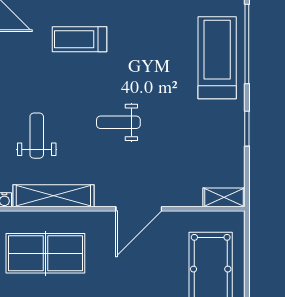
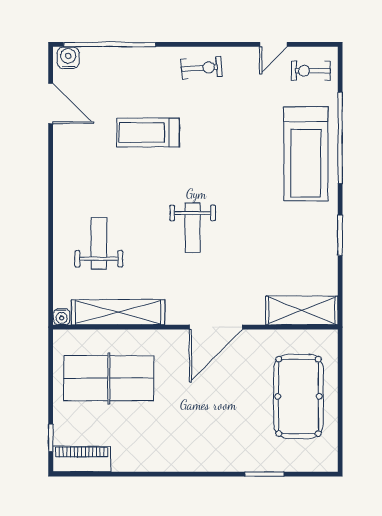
treadmill: (217, 58) -> (306, 154), turned 180
weight bench: (118, 122) -> (193, 228), turned -90
shelving: (224, 197) -> (302, 310), width x1.50, depth x1.33

